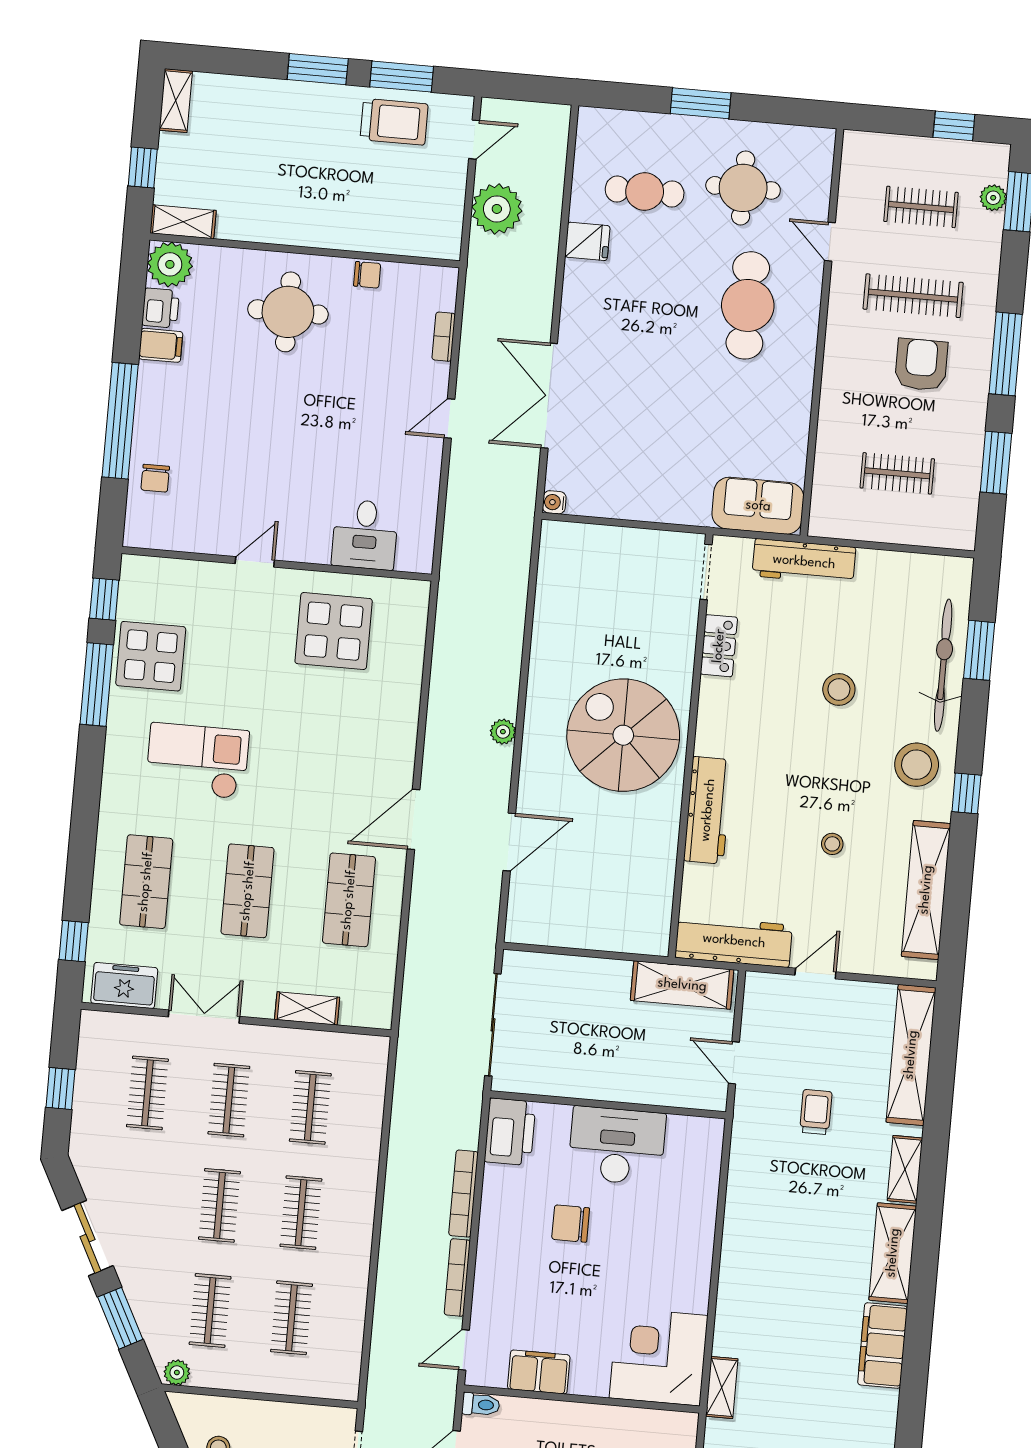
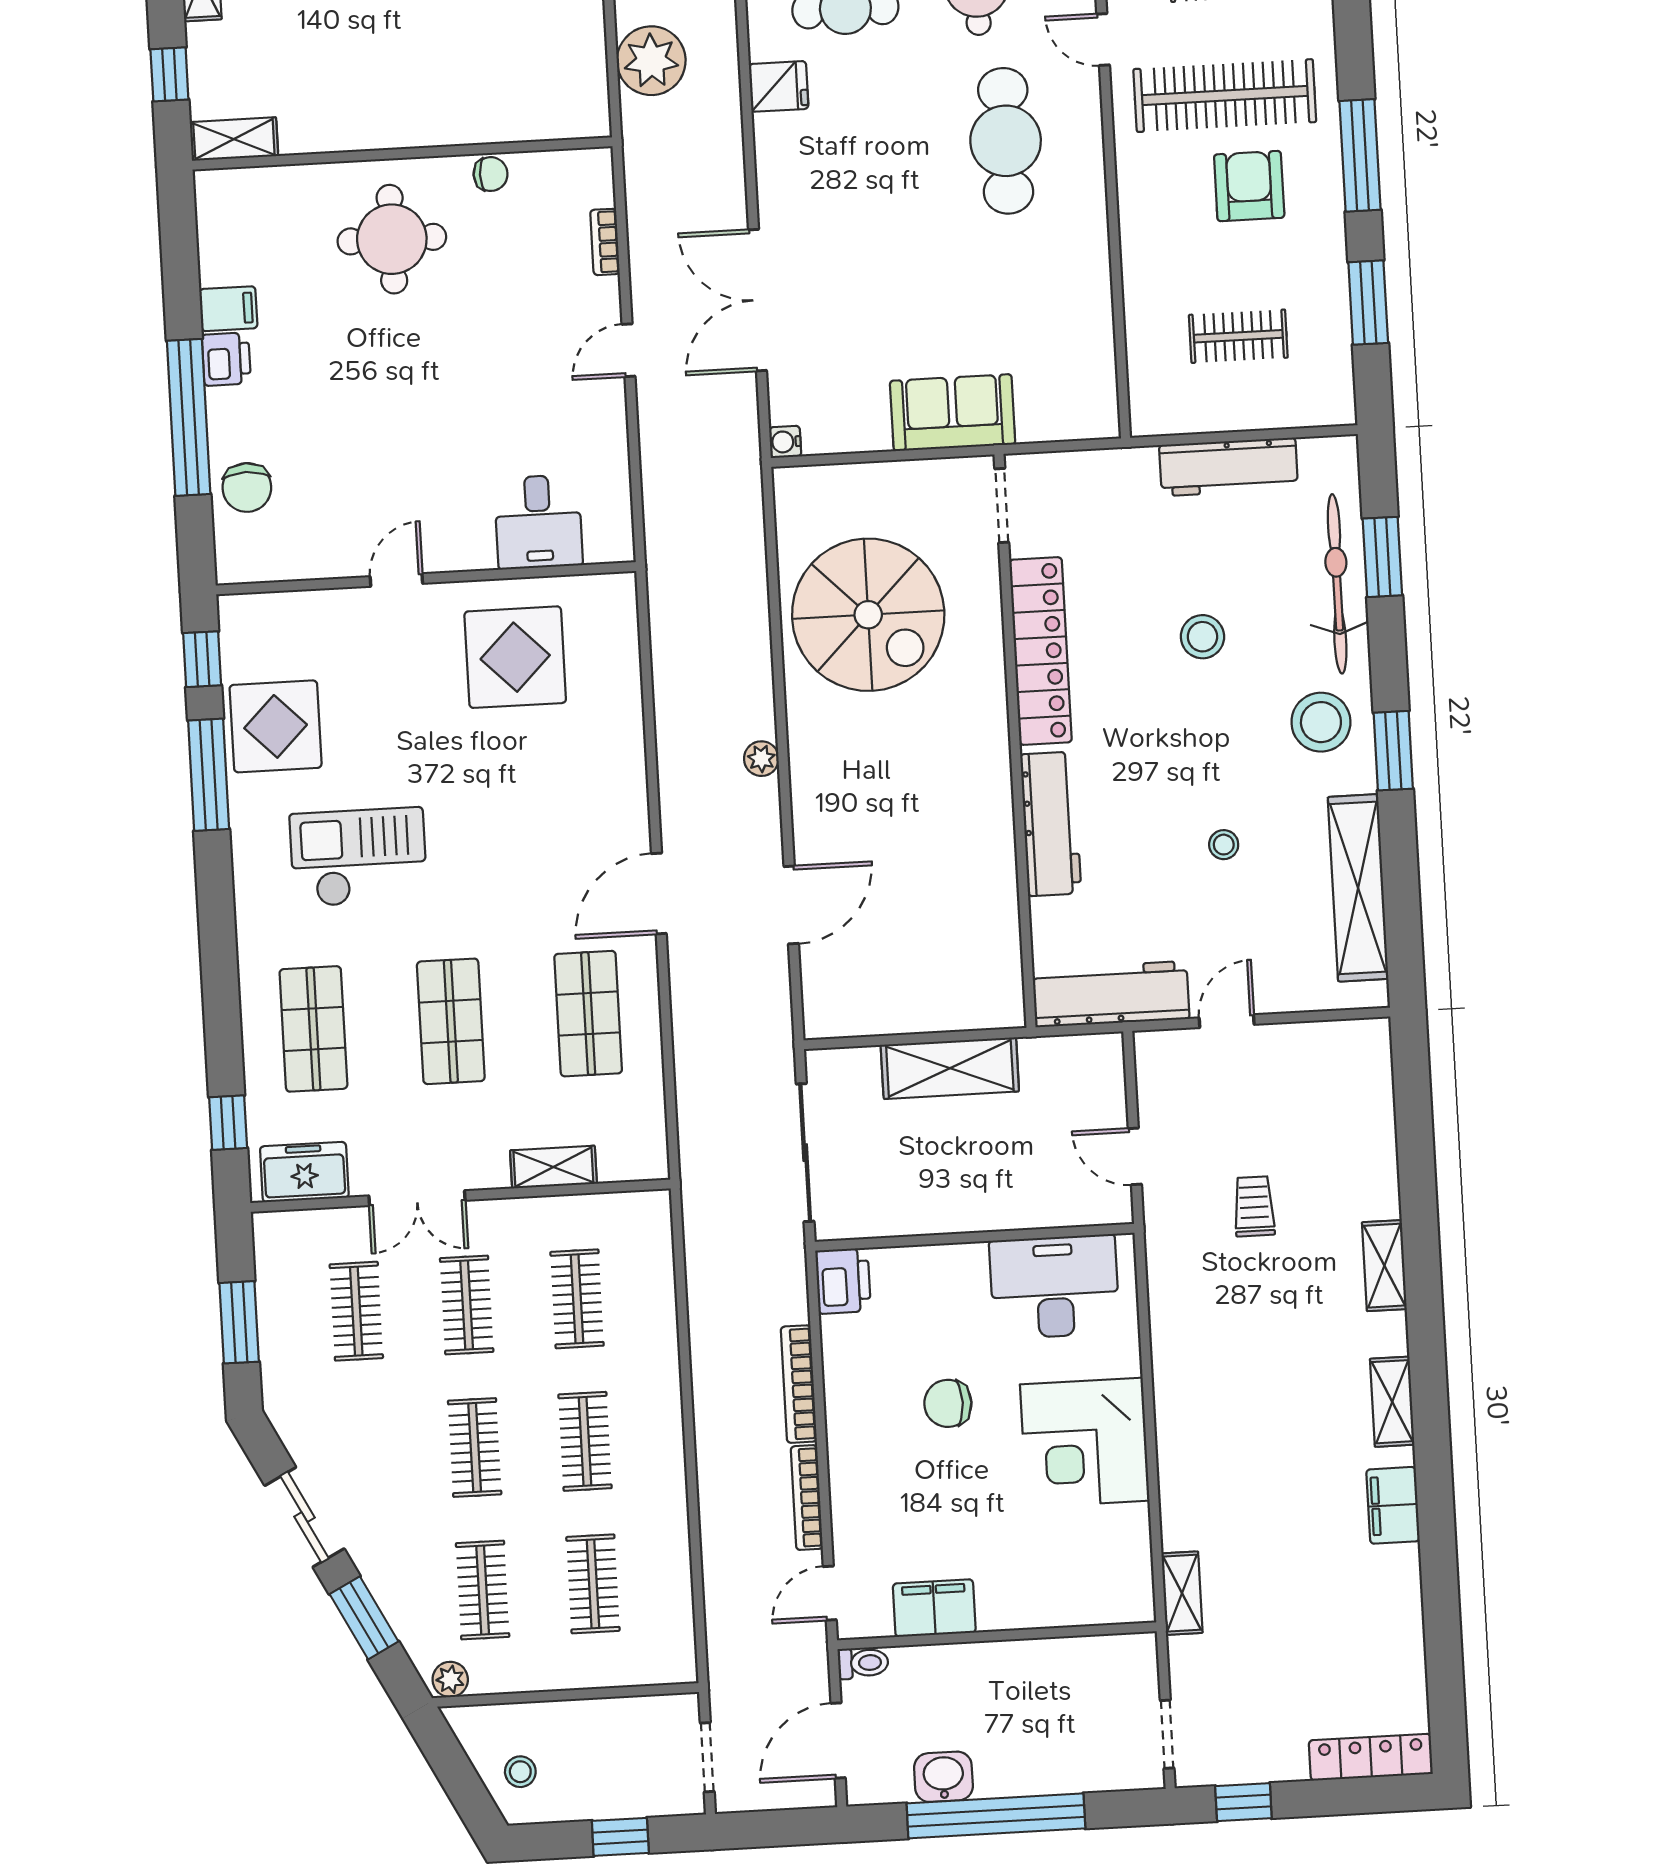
plant: (170, 264) -> (225, 199), removed
clothes rail: (913, 296) -> (1225, 96), width x1.37, depth x1.31
printer: (161, 308) -> (226, 359), moved
chair: (155, 478) -> (247, 487), width x1.37, depth x1.37
sofa: (758, 506) -> (953, 413), moved
workbench: (804, 562) -> (1229, 467), moved
locker: (719, 646) -> (1041, 651), width x2.16, depth x1.21
spiral stairs: (623, 735) -> (868, 615), moved, turned 180
window: (966, 793) -> (1393, 751), width x1.50
shelving: (682, 985) -> (950, 1068), moved
double door: (204, 1017) -> (417, 1198), swing flipped
shelving: (911, 1055) -> (1370, 1111), removed
window: (61, 1089) -> (239, 1322), width x1.50
printer: (510, 1132) -> (843, 1281), width x0.73, depth x0.84
desk: (617, 1146) -> (1054, 1287), moved
shelving: (893, 1253) -> (1392, 1402), width x0.67, depth x0.75
filing cabinet: (883, 1345) -> (1393, 1505), width x0.67, depth x0.86
corner desk: (659, 1357) -> (1085, 1443), moved, turned -90

